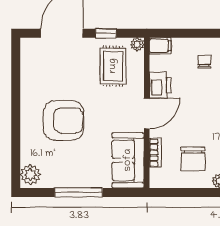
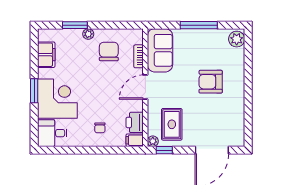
window: (106, 33) -> (164, 150), moved
printer: (160, 85) -> (135, 122), moved
armchair: (63, 120) -> (211, 82), width x0.73, depth x0.73

